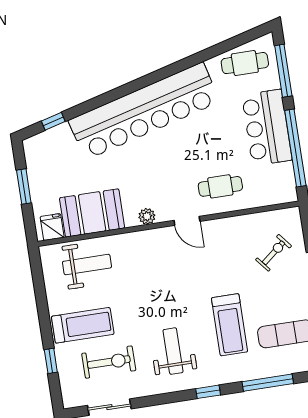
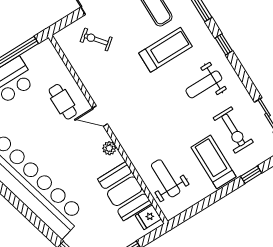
door: (187, 221) -> (100, 116), swing flipped
exercise bike: (109, 362) -> (233, 130), turned 180

